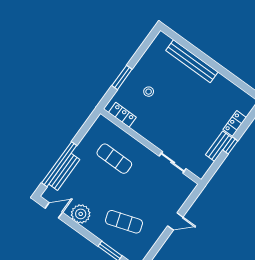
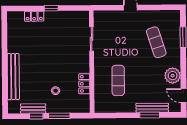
window: (138, 55) -> (36, 116), added
locker: (122, 115) -> (84, 84), moved
bench: (219, 146) -> (33, 109), moved
window: (59, 164) -> (150, 115), width x0.47

